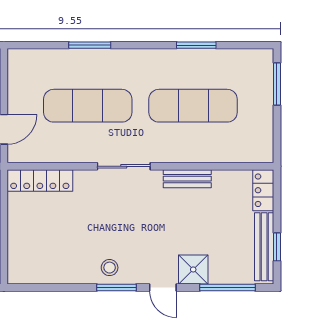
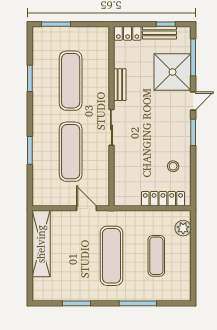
locker: (40, 180) -> (163, 199), moved, turned -90
bench: (264, 247) -> (160, 33), width x0.73
stool: (110, 268) -> (173, 166), moved
shower: (193, 269) -> (173, 72), width x1.86, depth x1.86

